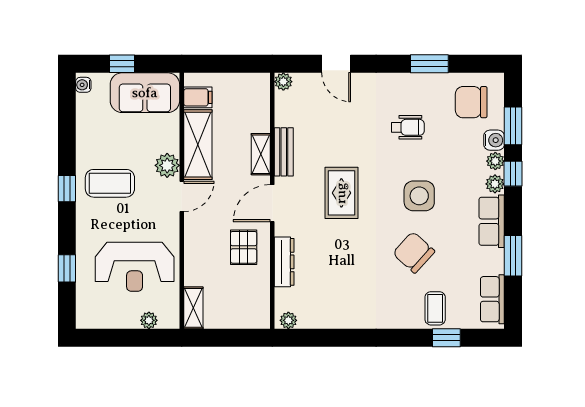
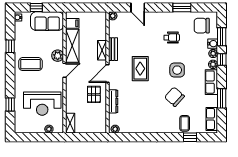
window: (67, 189) -> (10, 46), moved

